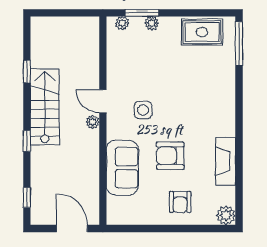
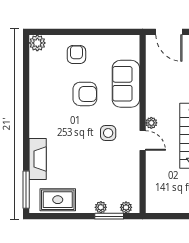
fireplace: (226, 161) -> (38, 159), moved

